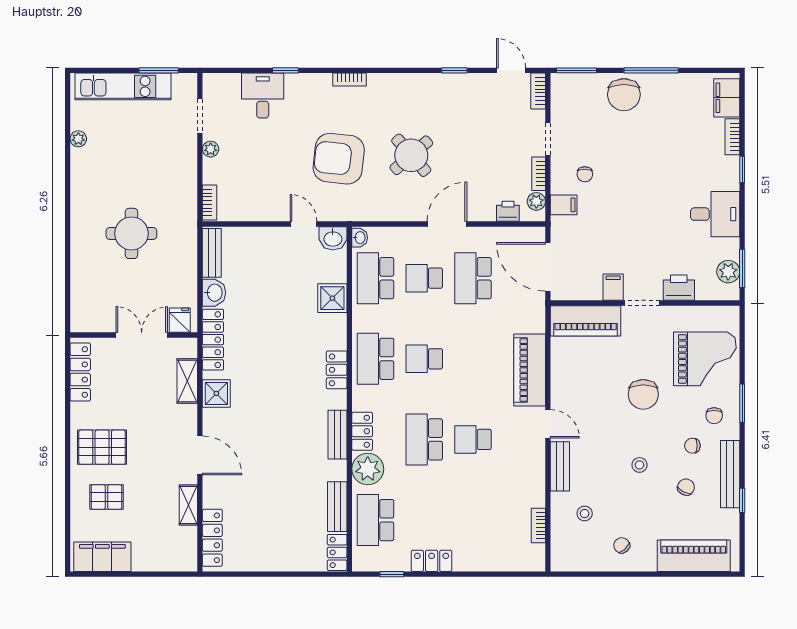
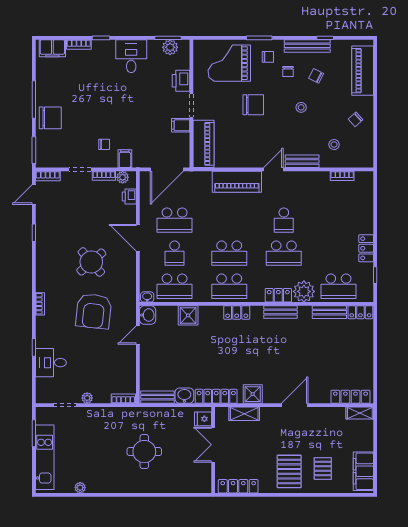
school desk: (424, 359) -> (229, 253), width x1.85
grand piano: (705, 359) -> (229, 63), turned -90
shelving: (188, 505) -> (360, 413), moved

